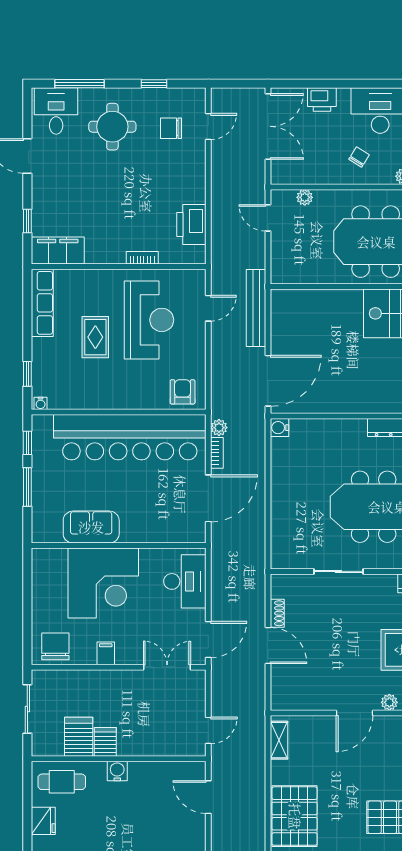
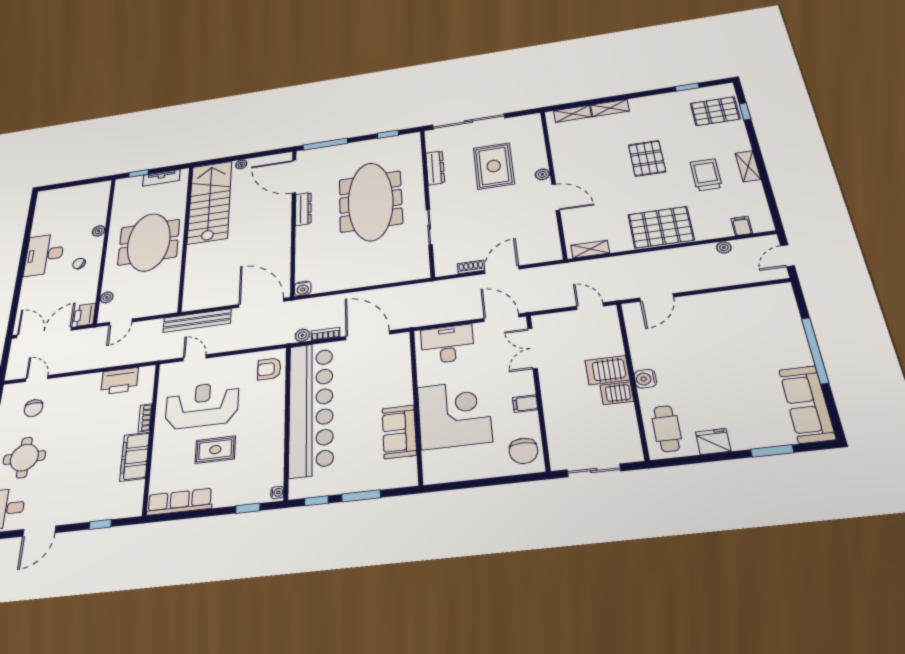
printer: (322, 99) -> (84, 315), moved, turned 180
filing cabinet: (58, 251) -> (135, 457), moved
chair: (55, 646) -> (523, 451), turned -90
server rack: (79, 737) -> (607, 370), moved

